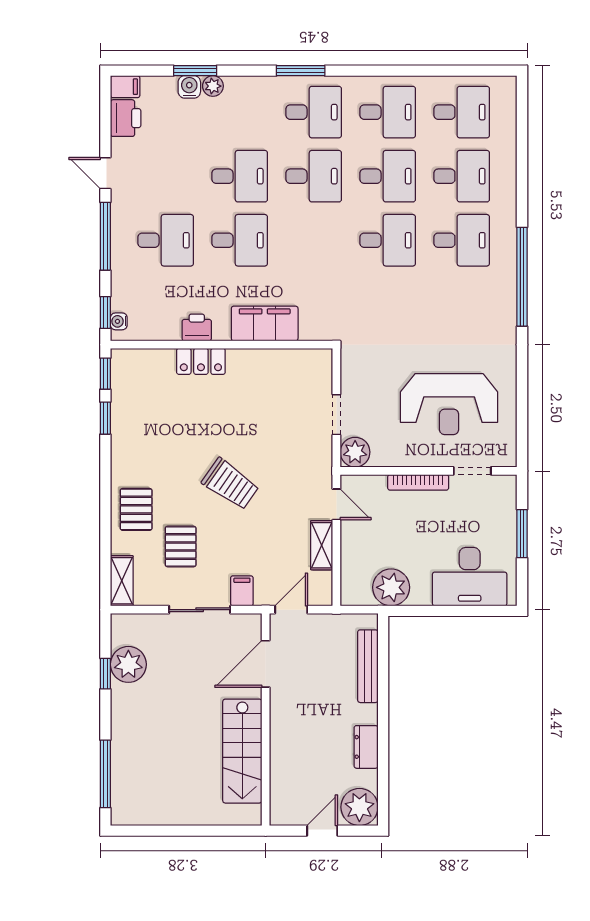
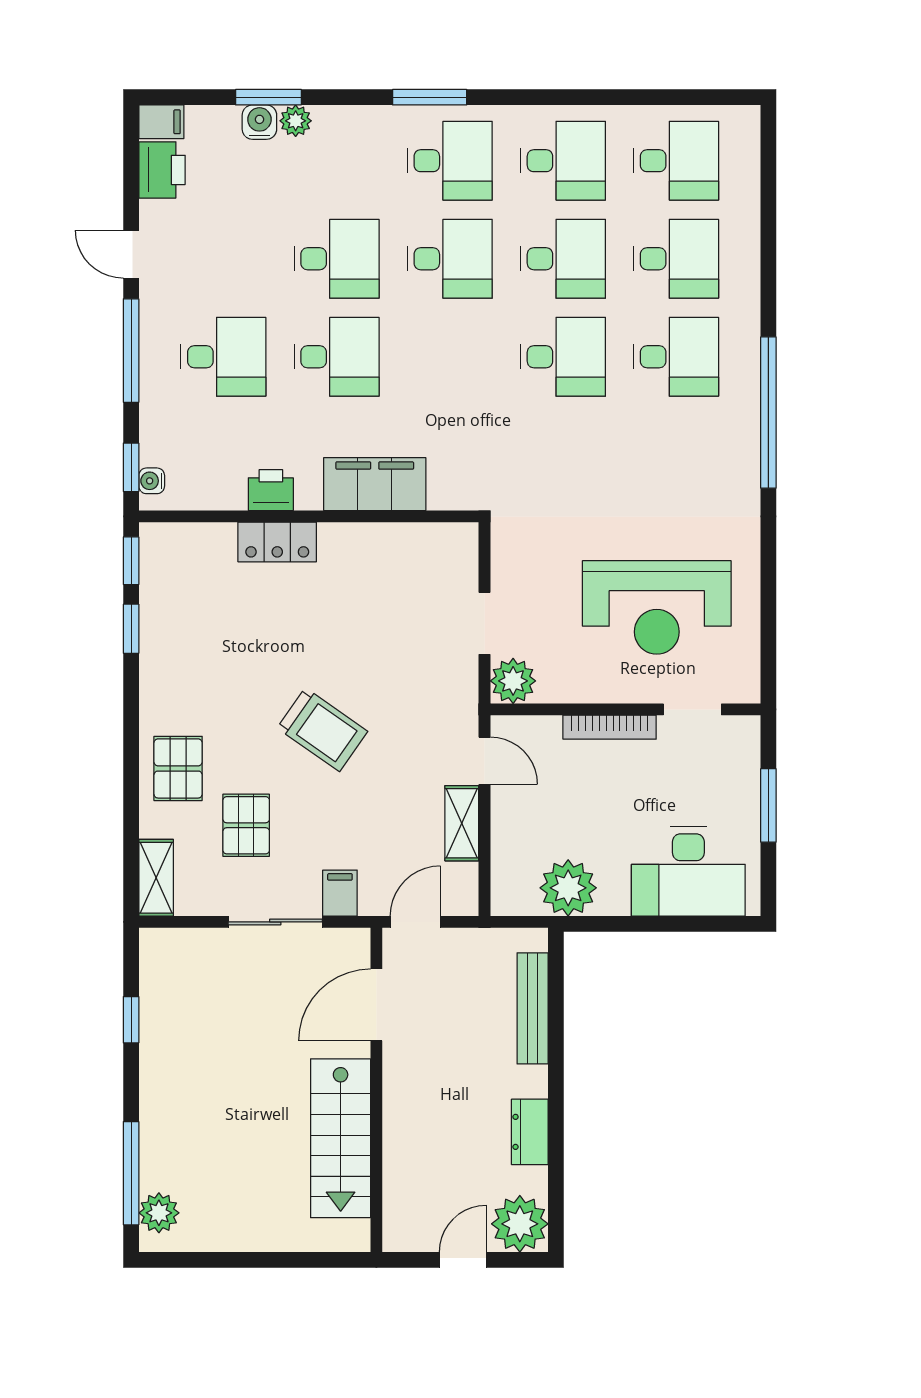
plant: (128, 664) -> (159, 1213), moved, width x0.73, depth x0.73

